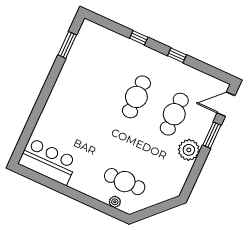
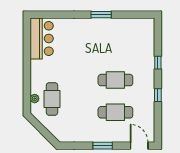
window: (67, 45) -> (101, 15), moved
window: (212, 135) -> (103, 146), moved
plant: (189, 150) -> (95, 134), removed

